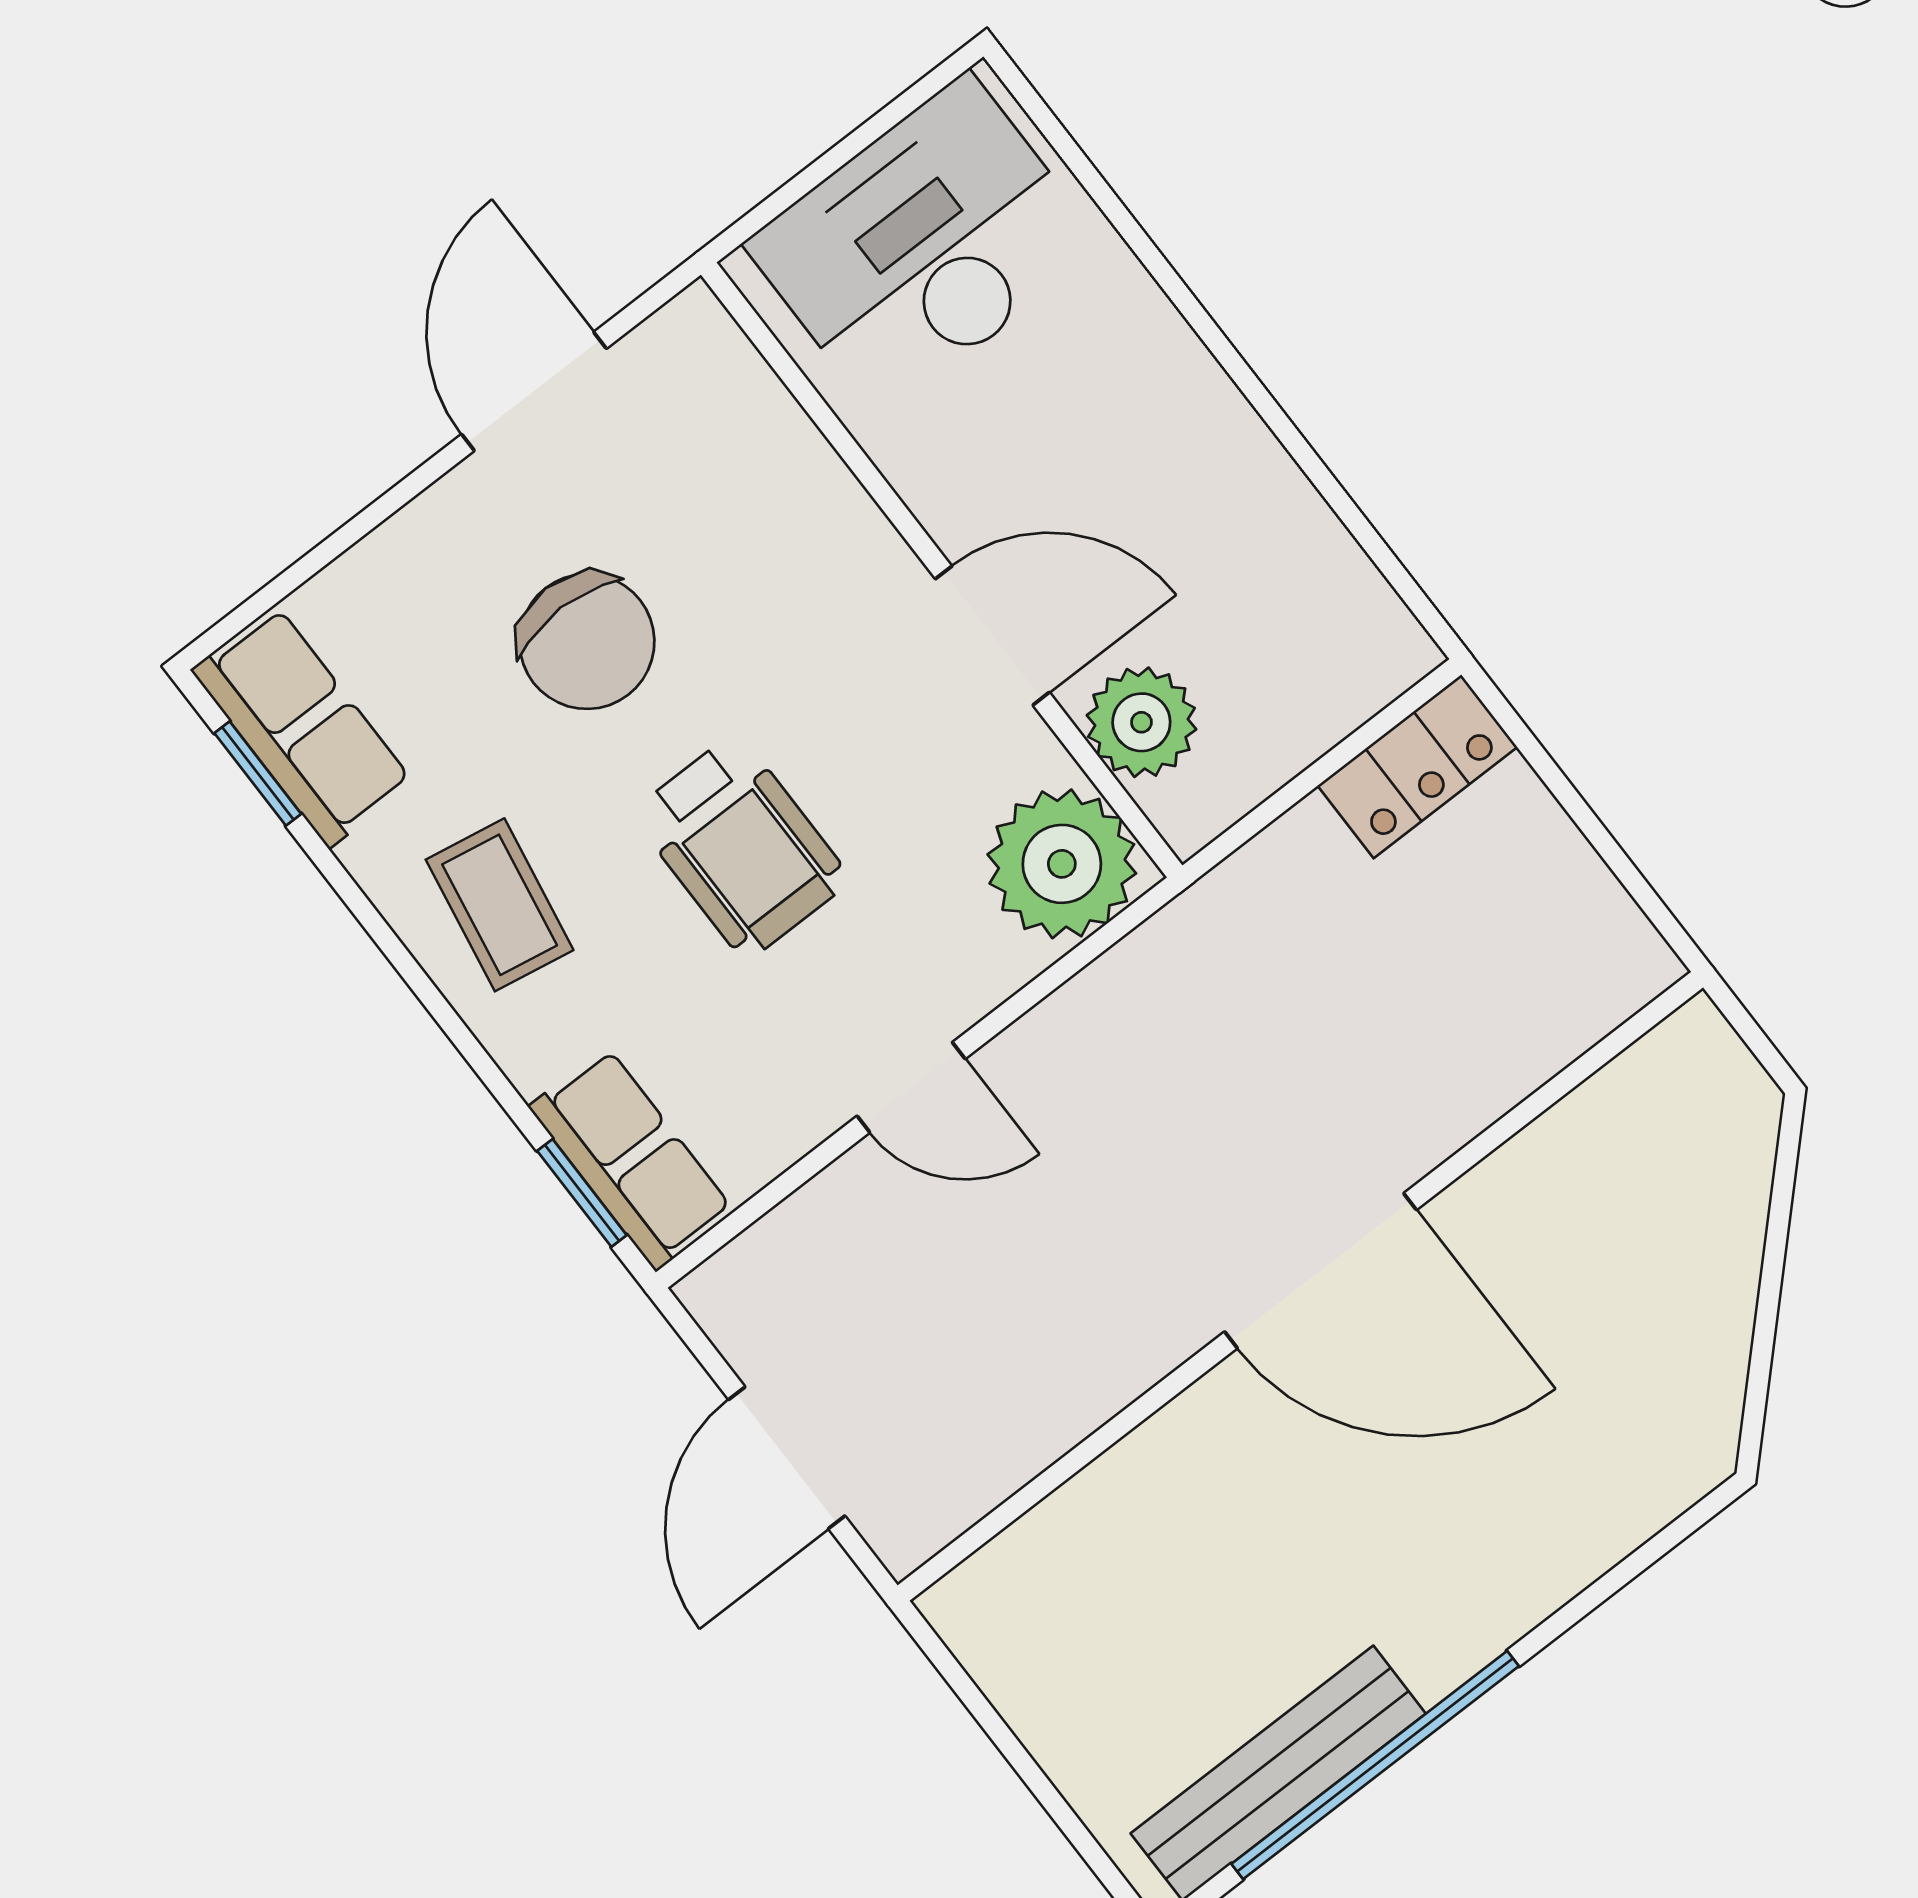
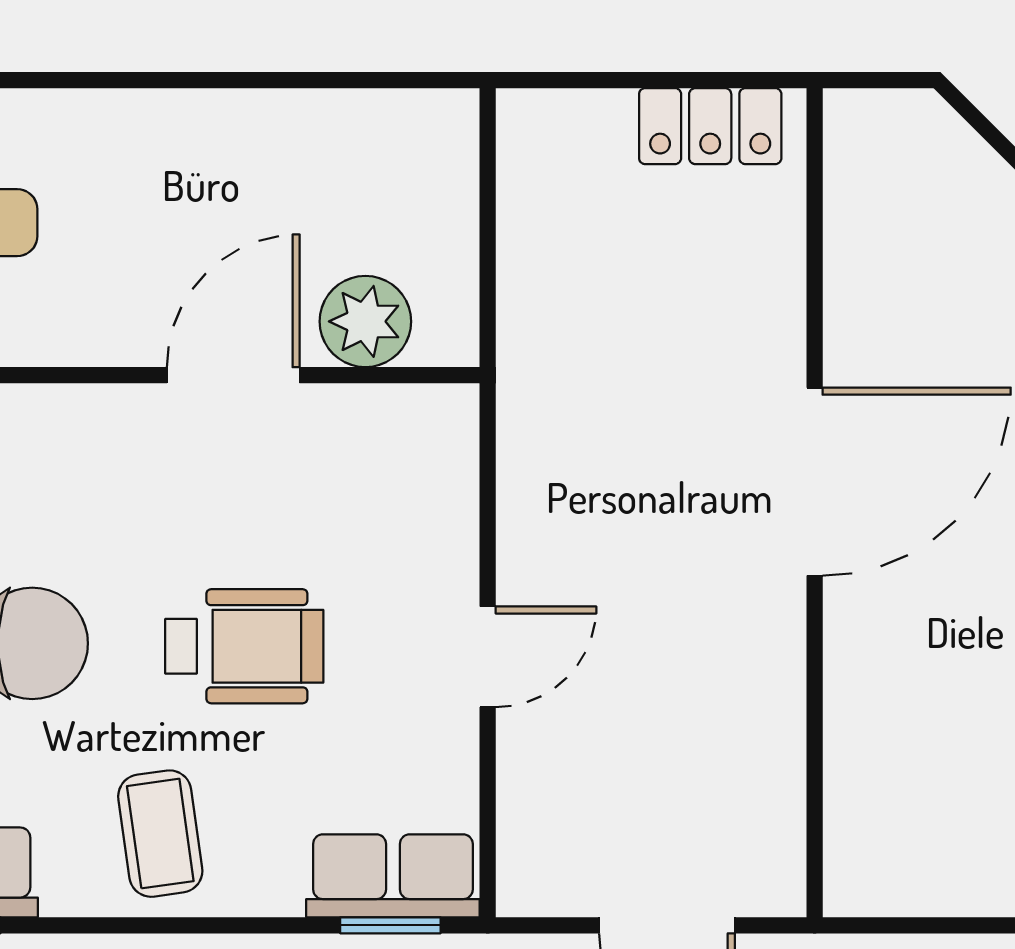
locker: (1417, 766) -> (710, 126), moved, turned 90
plant: (1062, 864) -> (418, 445), removed
coffee table: (500, 905) -> (160, 834), turned 72

